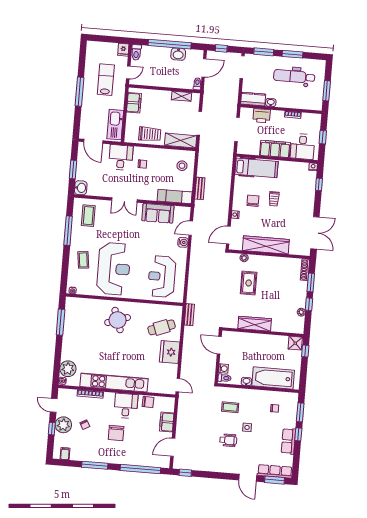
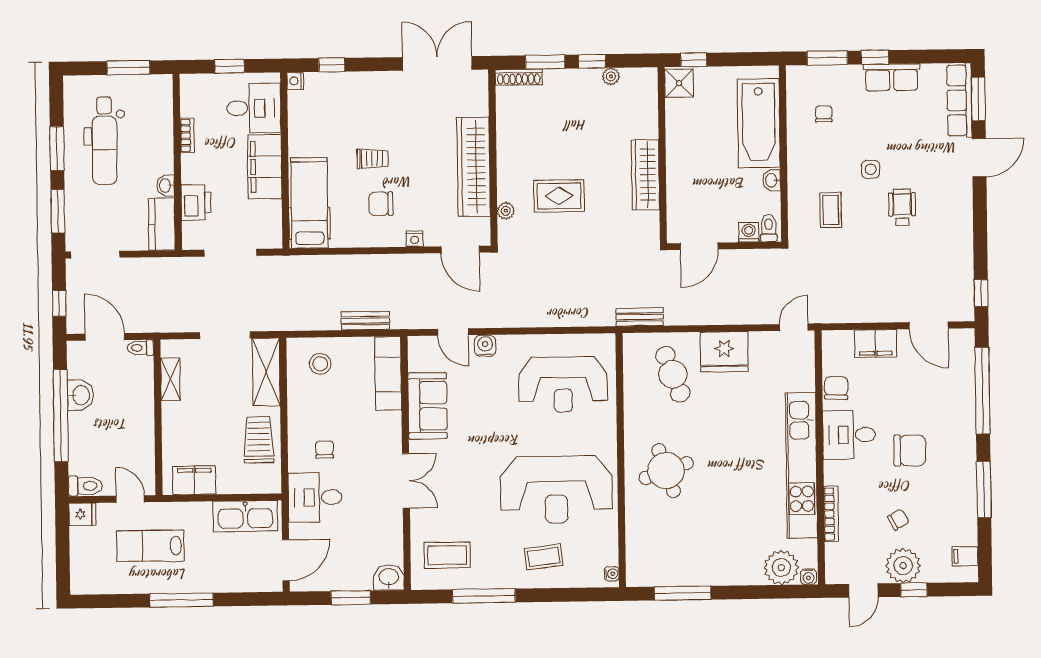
reception desk: (114, 269) -> (556, 490), turned 180

